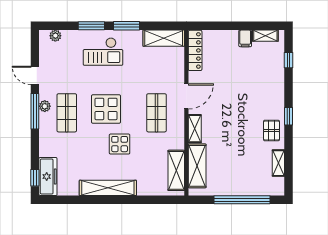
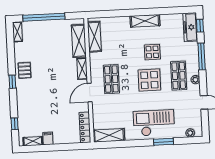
window: (127, 26) -> (137, 143), removed
checkout: (103, 52) -> (154, 123), width x1.36, depth x1.21
window: (35, 111) -> (202, 57), moved
display table: (120, 144) -> (152, 52), moved
shelving: (278, 163) -> (17, 32), moved
shelving: (108, 188) -> (145, 21), width x0.68

